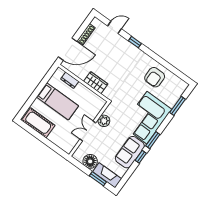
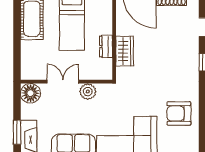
dresser: (70, 80) -> (106, 47), moved
floor lamp: (90, 161) -> (31, 93), moved

